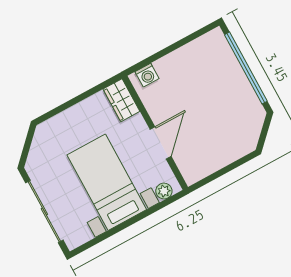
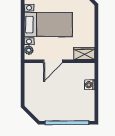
washing machine: (147, 75) -> (90, 85), moved
door: (161, 143) -> (53, 61), hinge flipped

